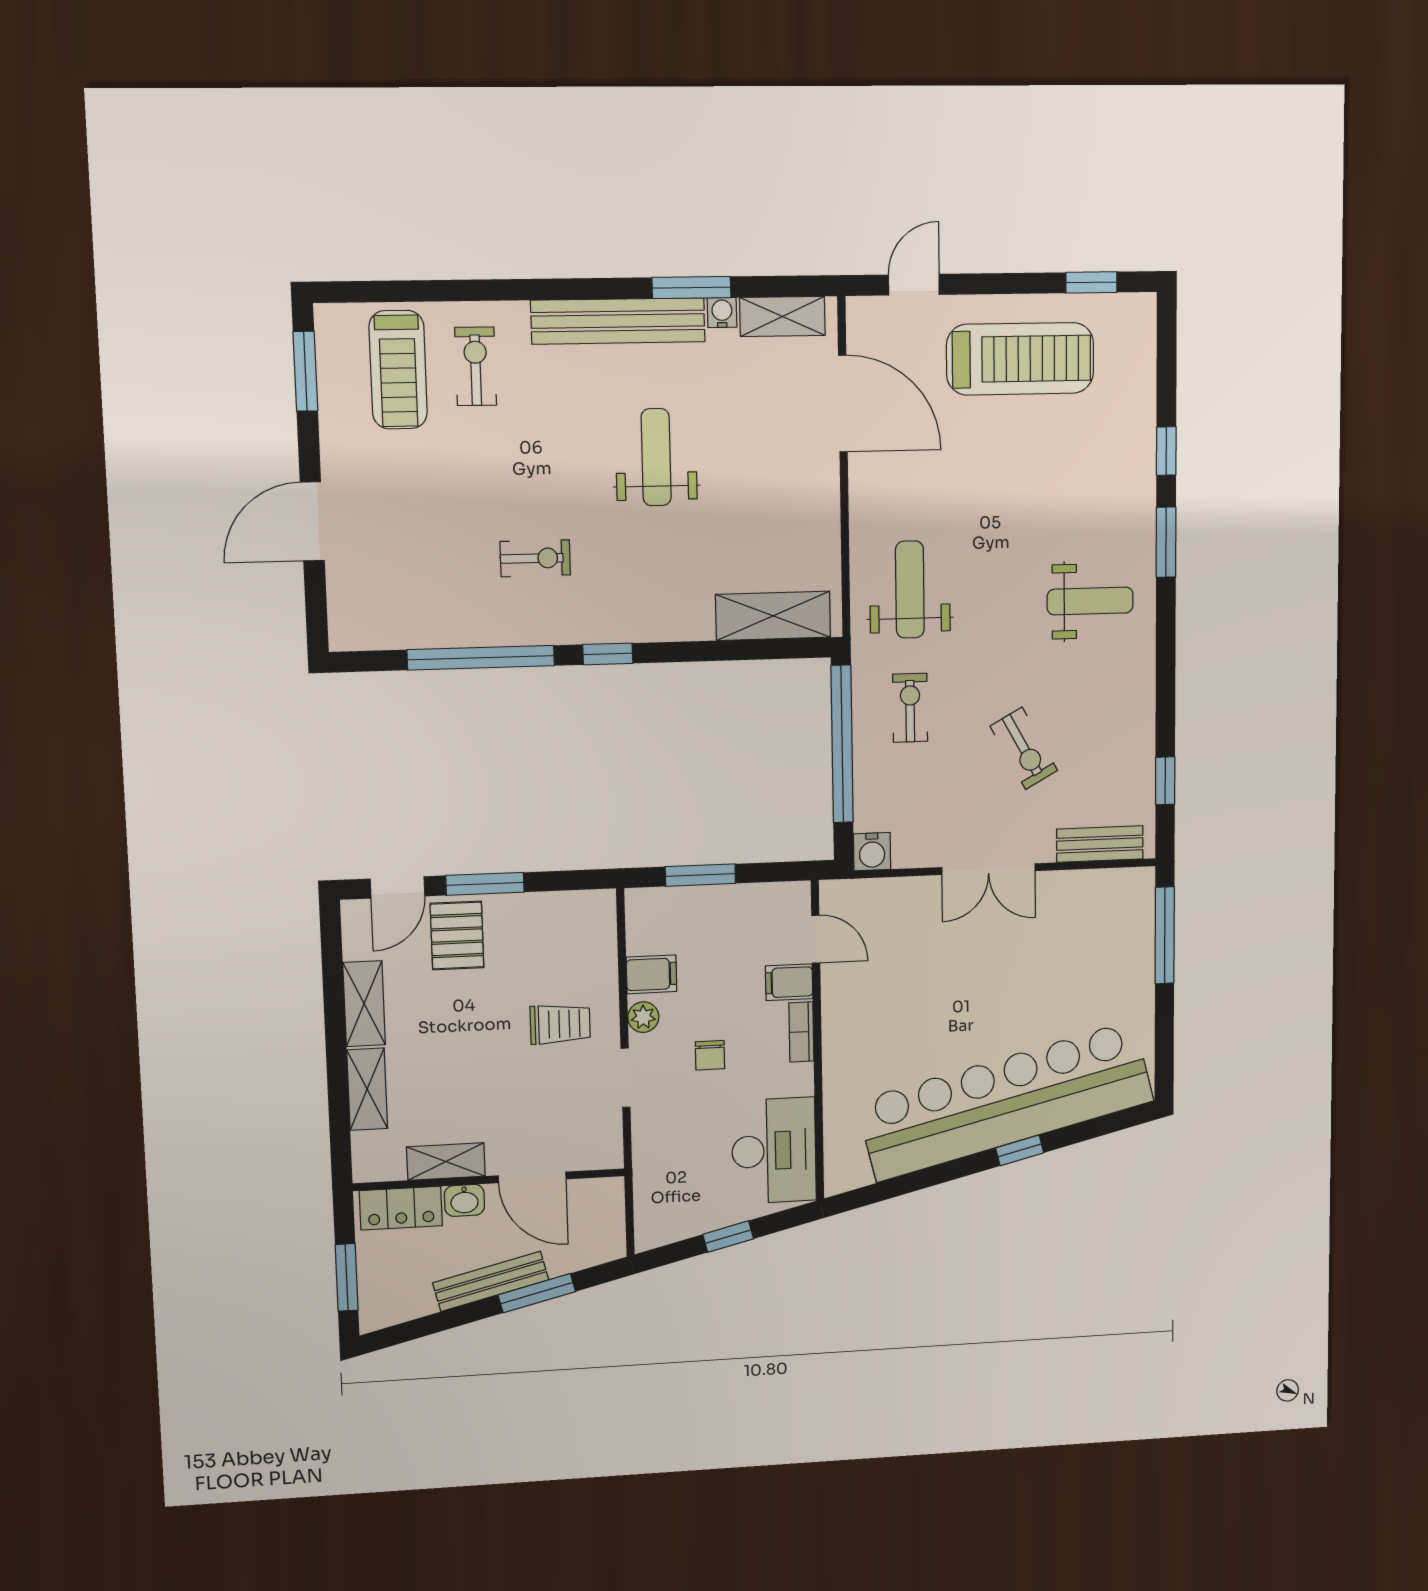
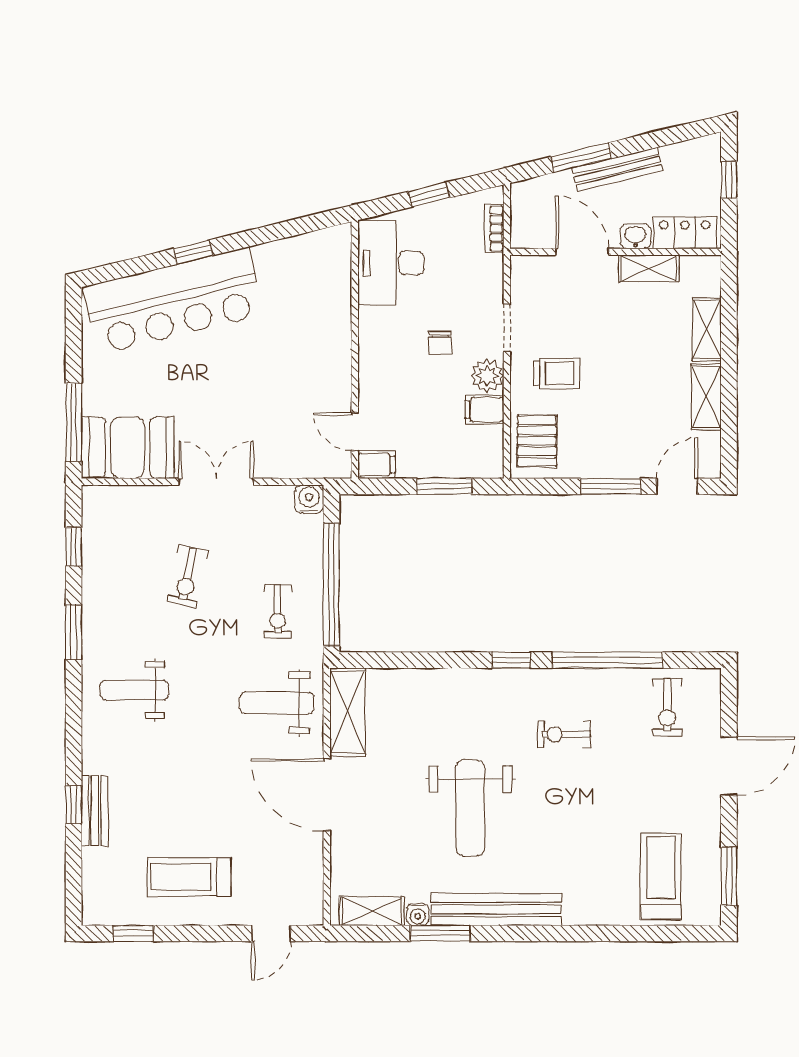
treadmill: (1020, 359) -> (189, 877), width x0.73, depth x0.73
exercise bike: (476, 366) -> (667, 707), moved
door: (843, 404) -> (327, 795), moved
weight bench: (656, 457) -> (470, 808), width x1.36, depth x1.33
window: (1166, 542) -> (74, 632), moved
weight bench: (910, 589) -> (277, 703), turned 90
shelving: (773, 616) -> (348, 712), moved, turned 90
exercise bike: (1024, 748) -> (188, 576), turned -139
bench: (1100, 844) -> (95, 811), moved, turned 90
booth: (1099, 907) -> (127, 448), added
pallet: (457, 936) -> (537, 441), moved
filing cabinet: (789, 982) -> (376, 465), moved
plant: (643, 1017) -> (487, 376), width x1.38, depth x1.38
trolley: (560, 1024) -> (556, 373), turned 180
bookcase: (801, 1032) -> (494, 228), moved, turned 180
chair: (710, 1055) -> (440, 343), turned 180
bar counter: (1006, 1101) -> (174, 301), width x0.73
window: (347, 1277) -> (729, 180), width x0.67

